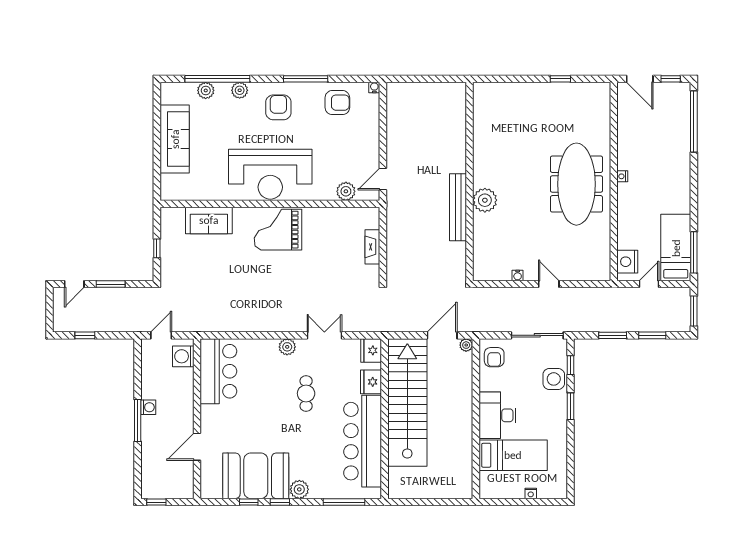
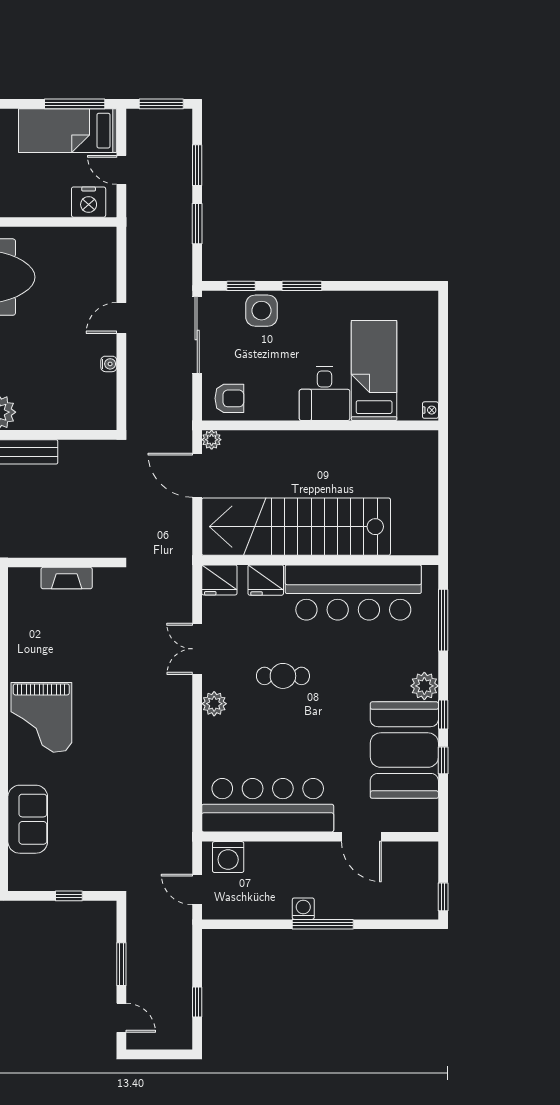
bar counter: (218, 371) -> (268, 805), width x1.36
desk: (497, 415) -> (325, 394), width x0.73
nightstand: (531, 493) -> (430, 410), moved

